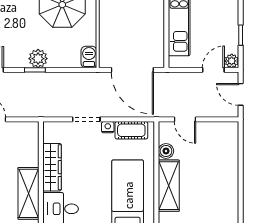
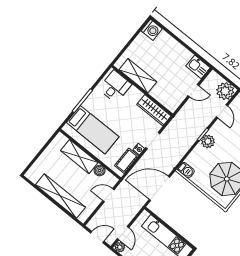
wardrobe: (52, 167) -> (154, 110), moved
shelving: (229, 171) -> (60, 196), added

